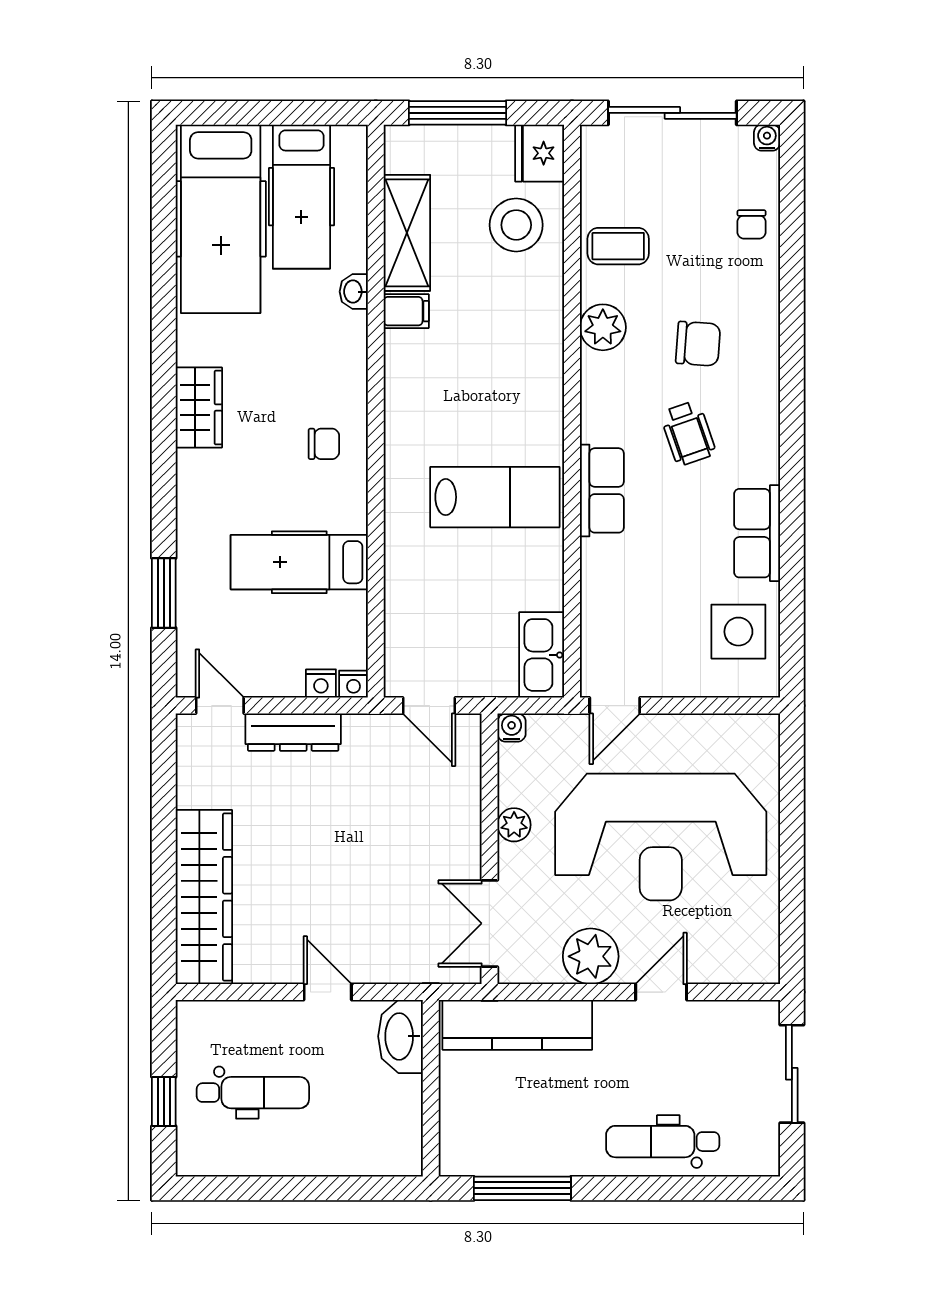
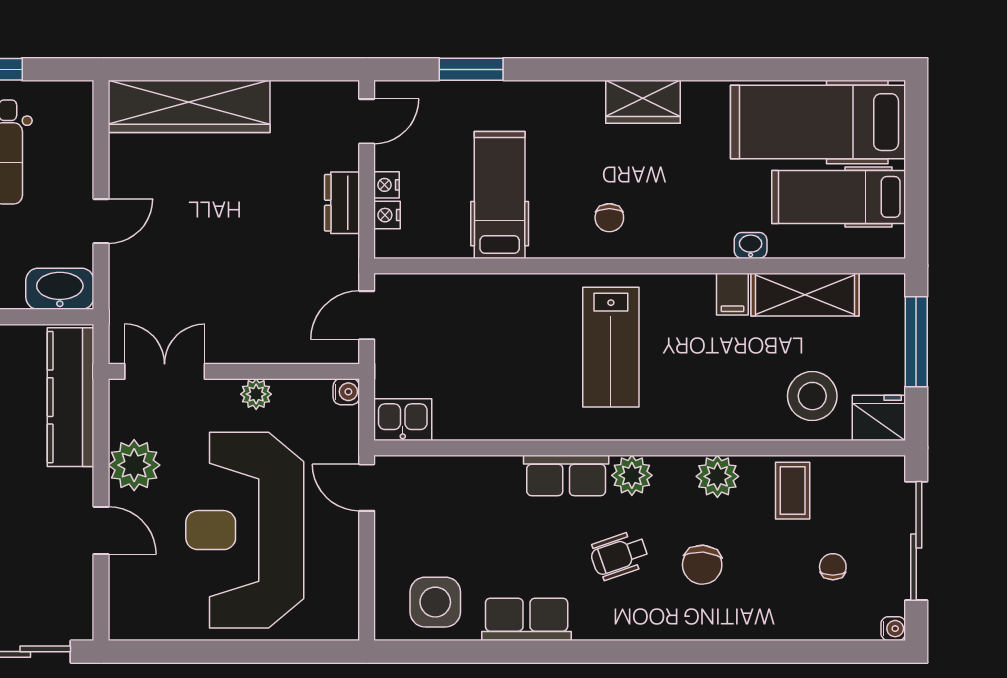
chair: (752, 224) -> (833, 567), moved, turned 90
plant: (602, 420) -> (632, 475), added
lab bench: (495, 497) -> (611, 347), moved
kitchen sink: (542, 655) -> (403, 420), width x0.73
nightstand: (353, 684) -> (387, 185), moved
dresser: (293, 732) -> (342, 203), width x0.70

